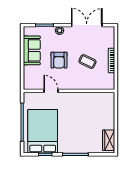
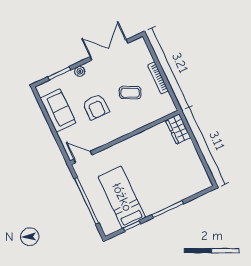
door: (51, 91) -> (83, 157), moved
bed: (43, 131) -> (122, 197), width x0.67
wardrobe: (109, 140) -> (178, 129), moved

